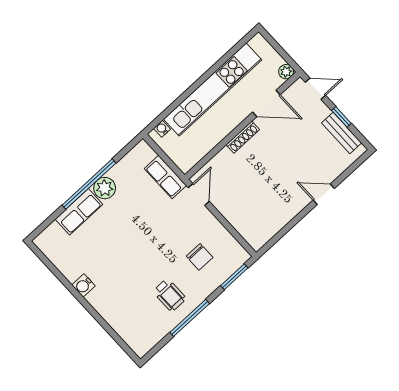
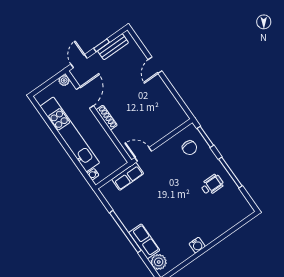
plant: (105, 188) -> (159, 262), moved
chair: (200, 257) -> (189, 148), moved, turned 90

